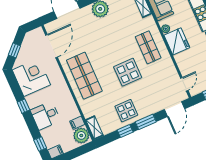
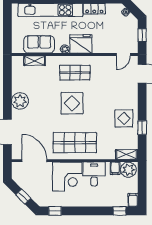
display table: (128, 72) -> (72, 103), moved
corner desk: (31, 77) -> (67, 177), moved, turned 180
door: (184, 84) -> (123, 55), swing flipped
window: (23, 106) -> (55, 211), moved
desk: (45, 116) -> (94, 174), moved, turned 180
window: (146, 122) -> (142, 105), removed

